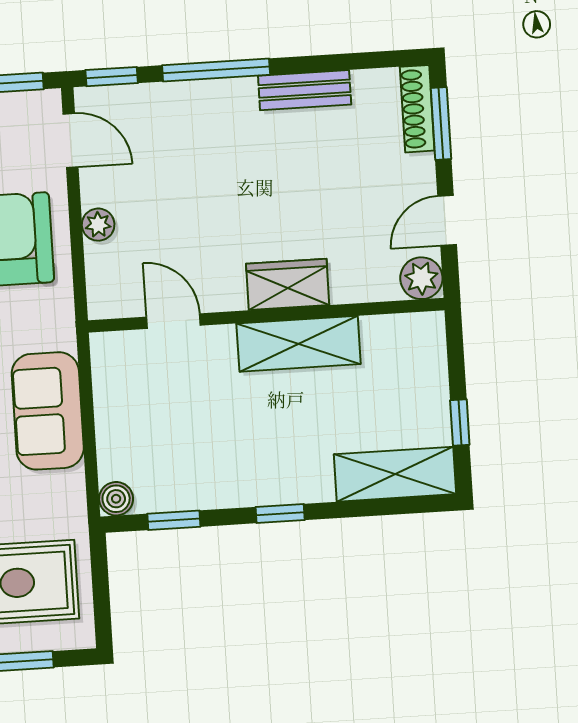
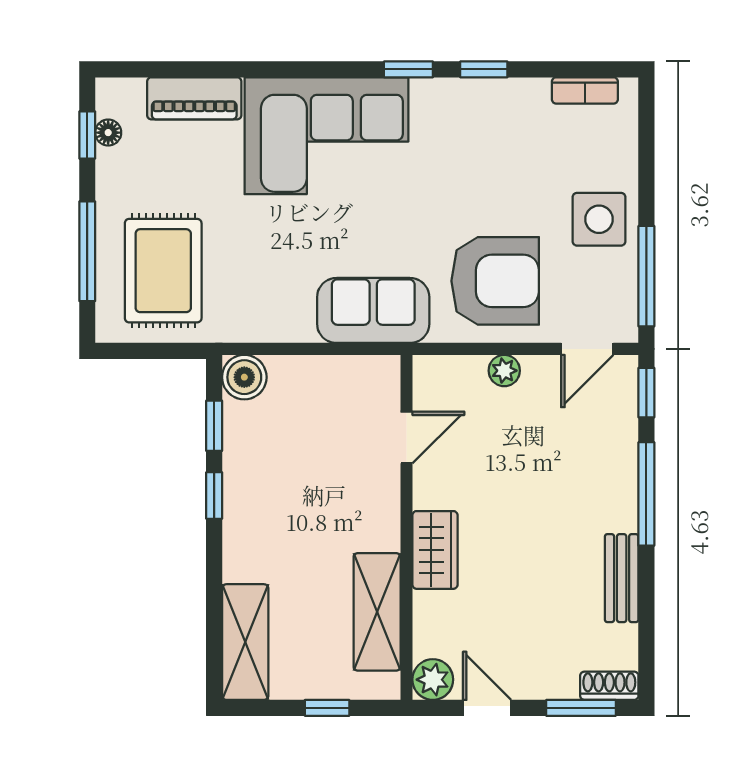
shoe rack: (417, 109) -> (609, 686), width x0.70
shelving: (299, 344) -> (377, 612), moved
sofa: (48, 411) -> (373, 310), moved
window: (460, 422) -> (327, 708), moved
boiler: (116, 499) -> (244, 377), width x1.36, depth x1.36
window: (280, 514) -> (214, 496), moved

